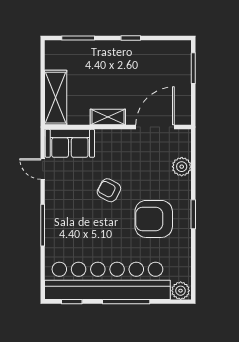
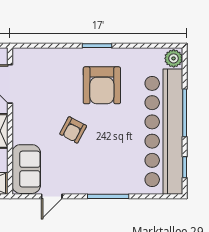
plant: (182, 167) -> (50, 57), removed

